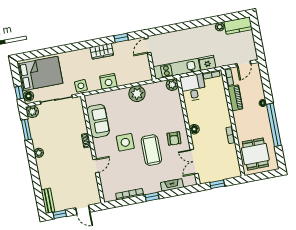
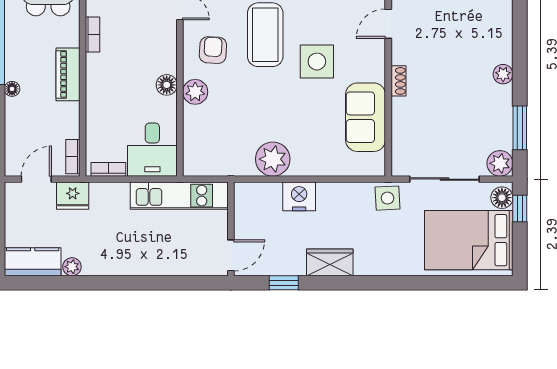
fridge: (207, 63) -> (73, 196), moved
nightstand: (108, 81) -> (299, 196), moved
plant: (172, 85) -> (195, 92), moved
piano: (235, 98) -> (68, 74), moved
floor lamp: (194, 129) -> (167, 85), moved

